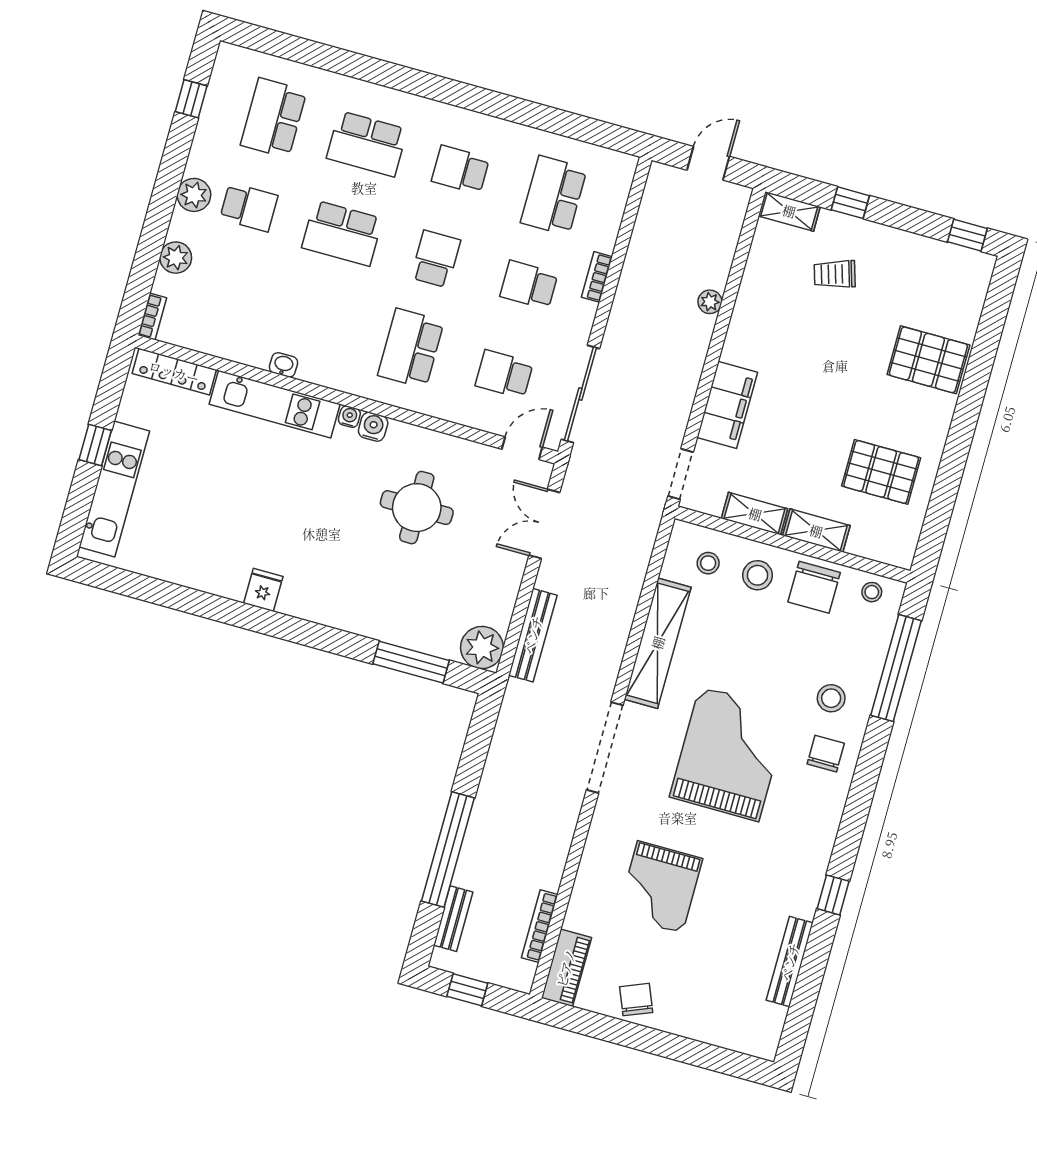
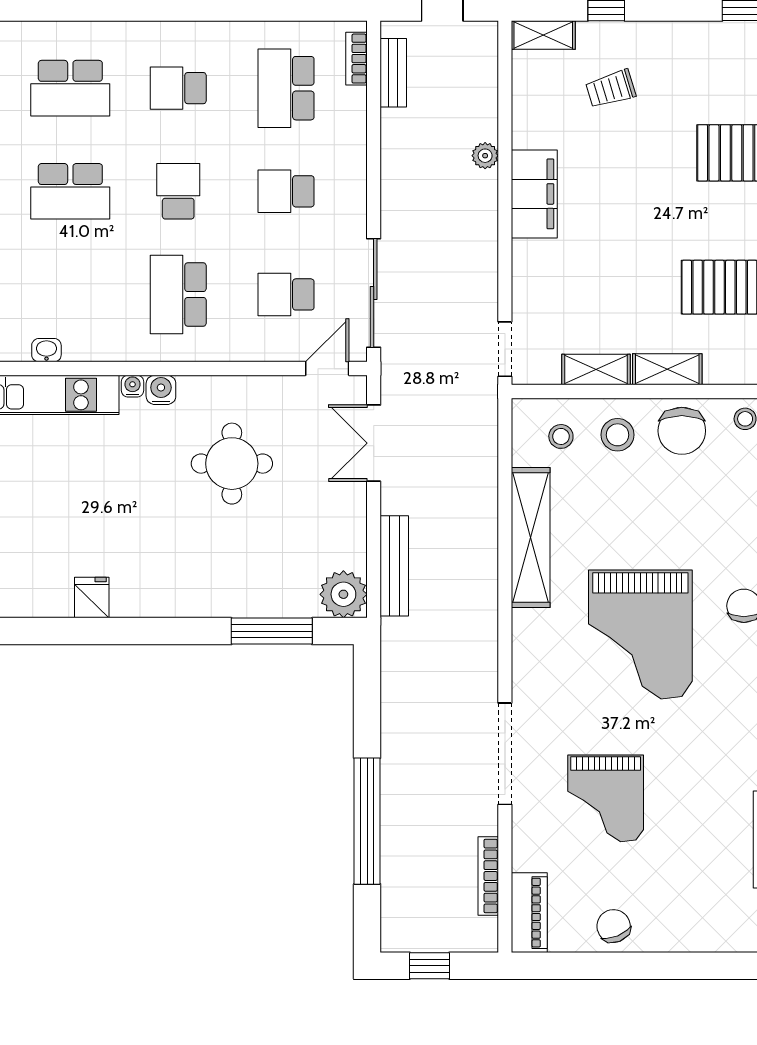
bookcase: (597, 277) -> (356, 59), moved
filing cabinet: (727, 405) -> (534, 194), moved
stool: (831, 698) -> (733, 545), removed
doorway: (605, 747) -> (505, 754), moved
grand piano: (729, 754) -> (640, 635), turned 180
bench: (453, 919) -> (393, 73), moved

